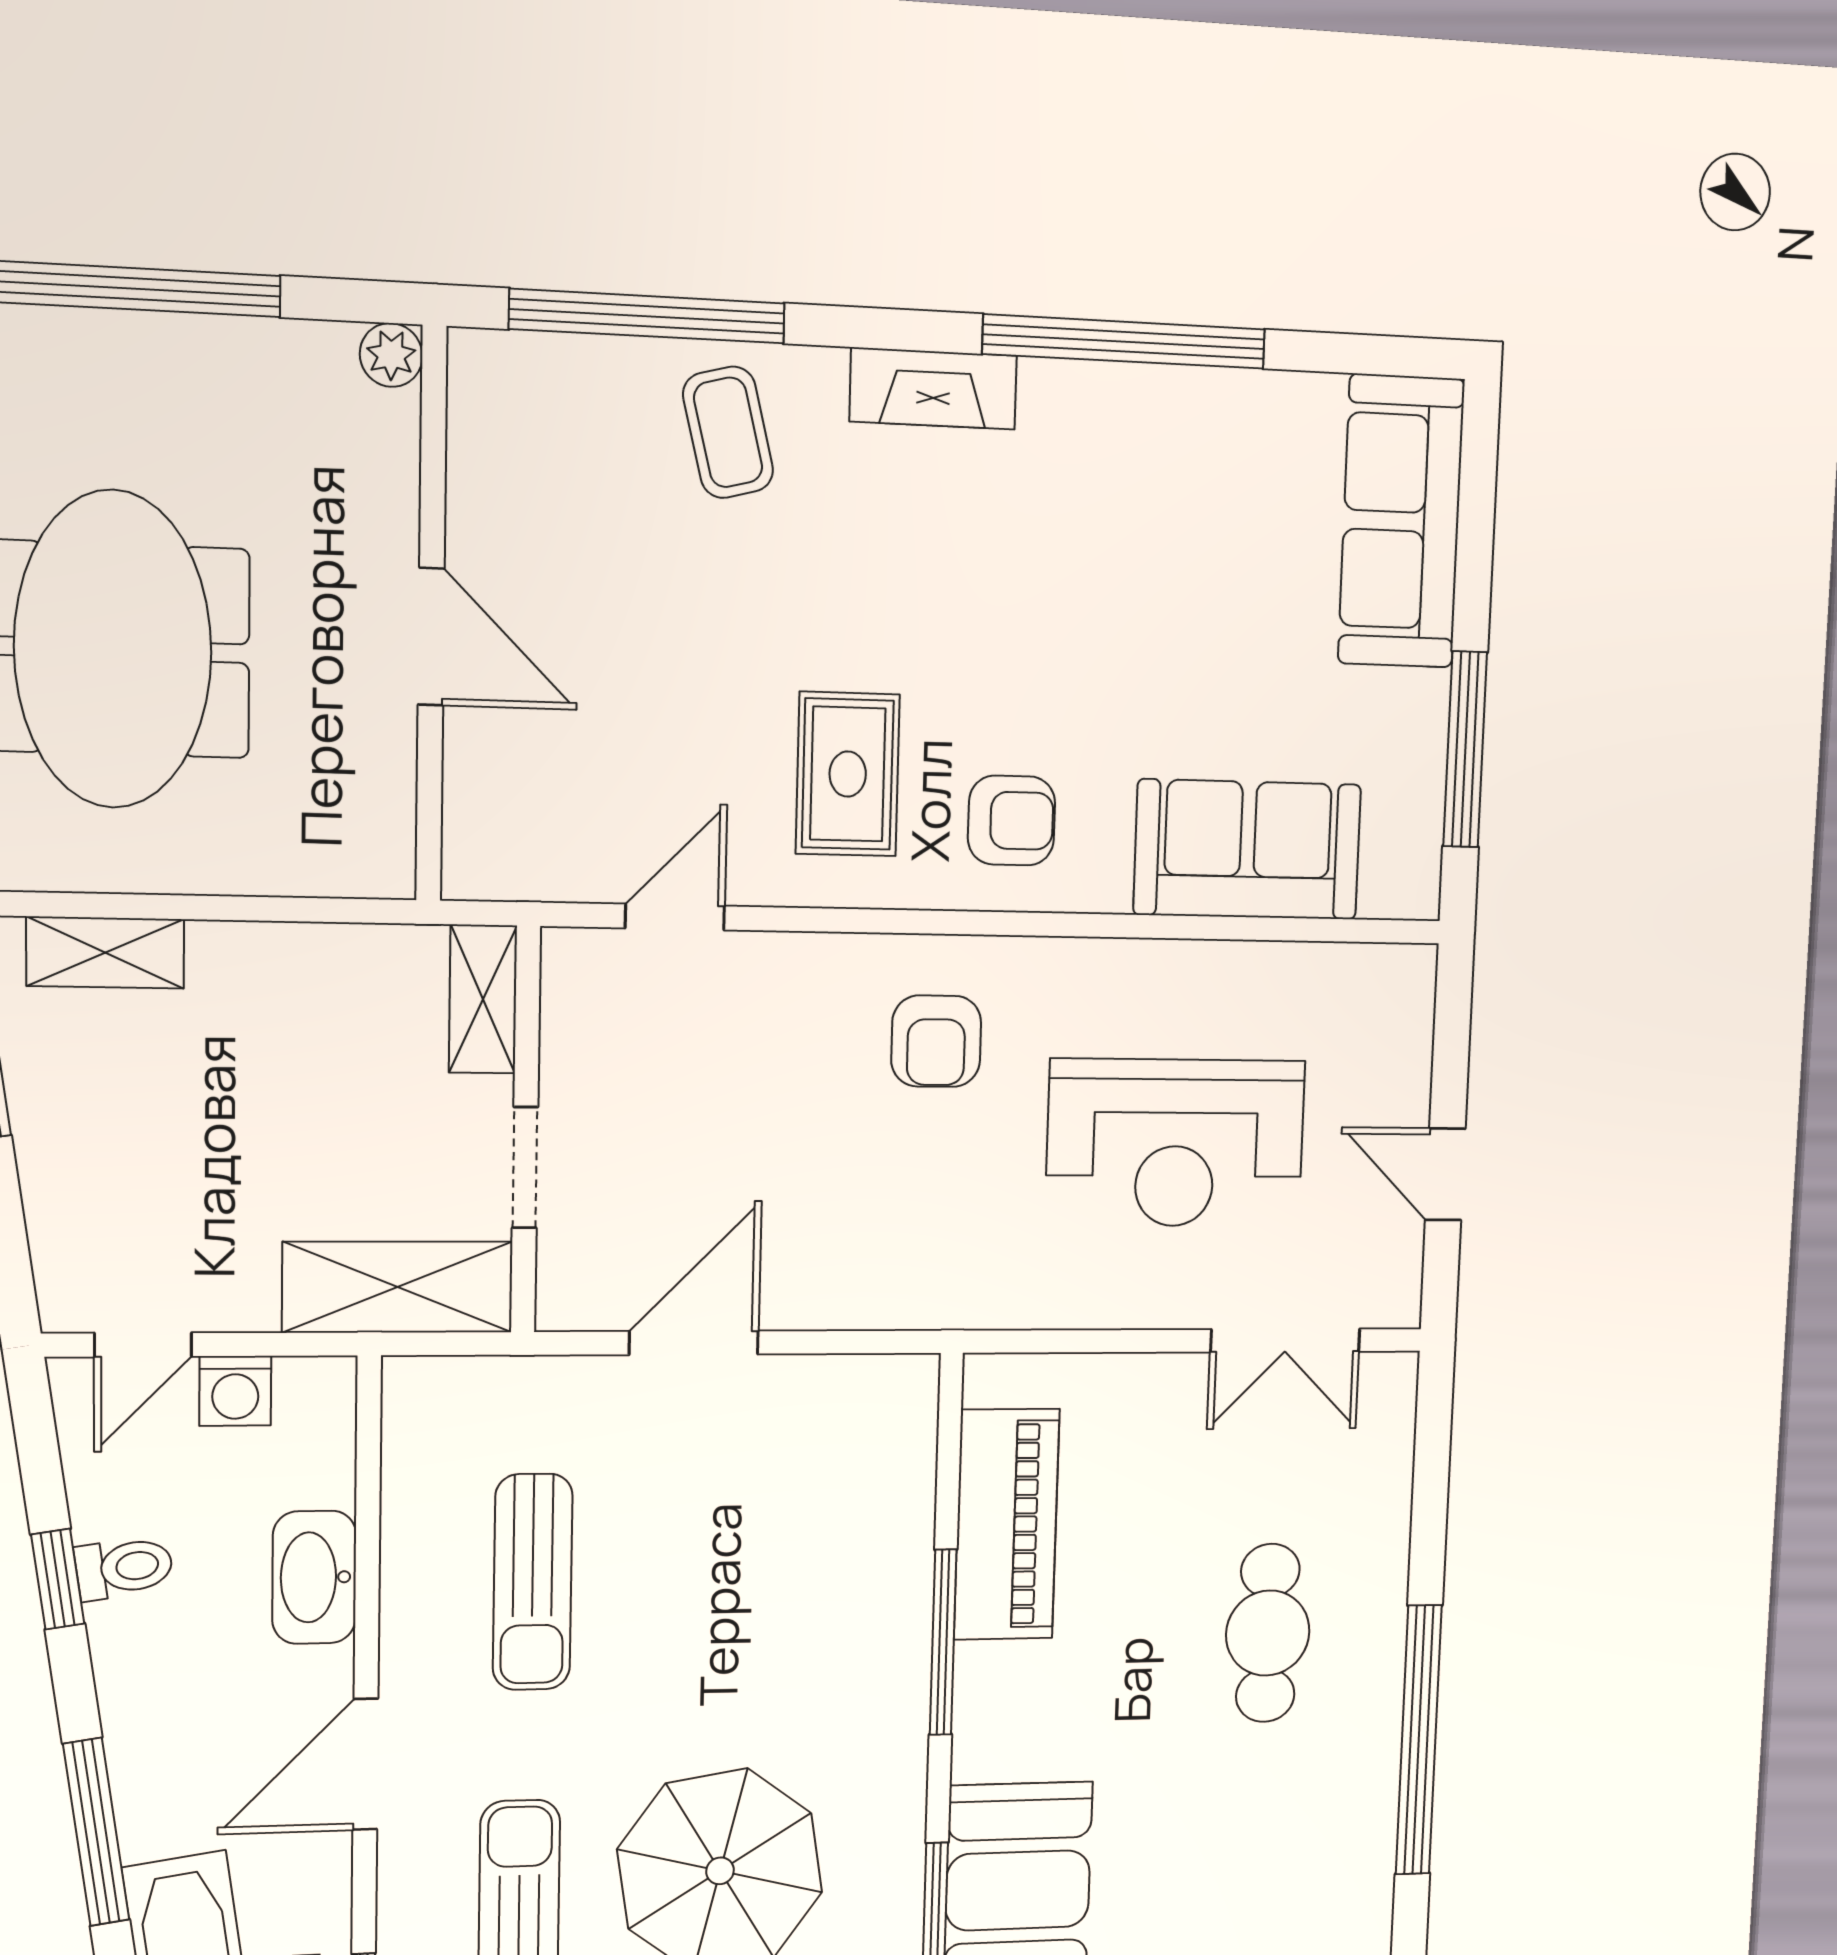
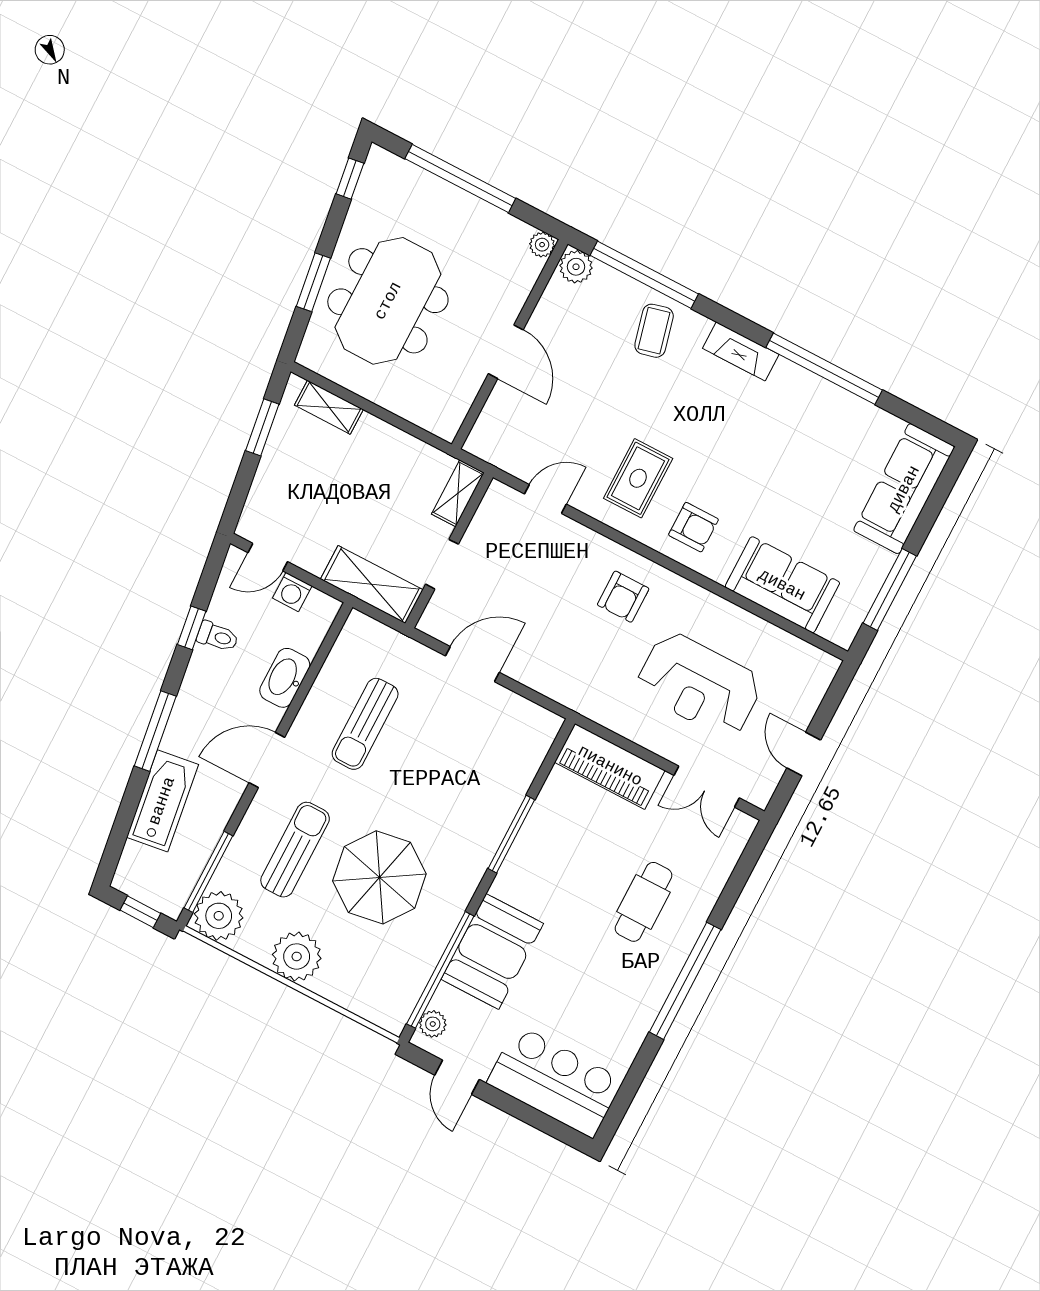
plant: (490, 370) -> (576, 267), added
piano: (1007, 1524) -> (610, 766), moved, turned 90

